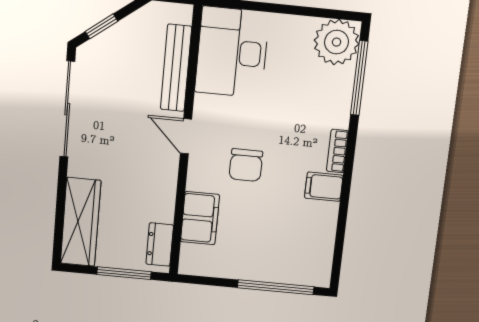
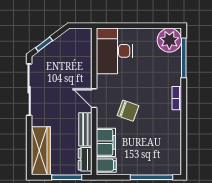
bench: (176, 68) -> (85, 129), moved, width x0.73
chair: (246, 165) -> (128, 111), turned -70
filing cabinet: (324, 187) -> (106, 165), moved, turned 180

